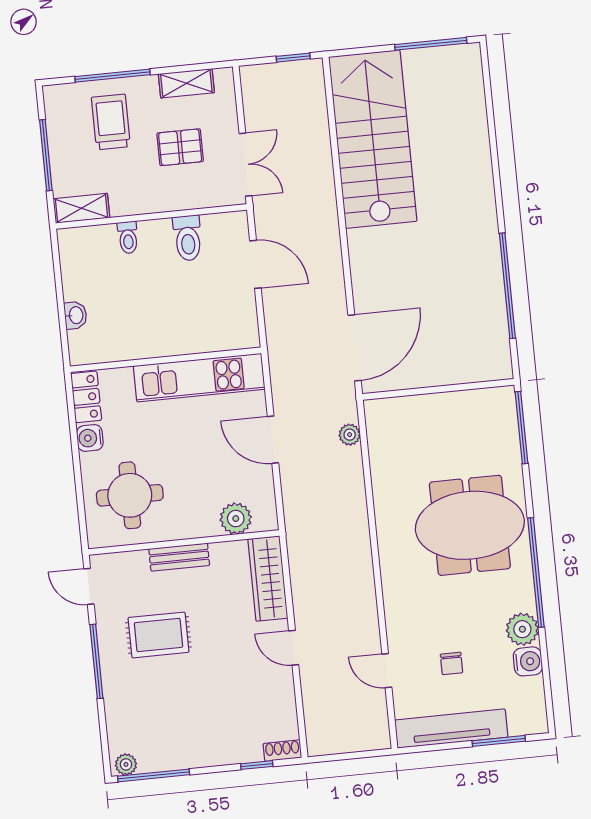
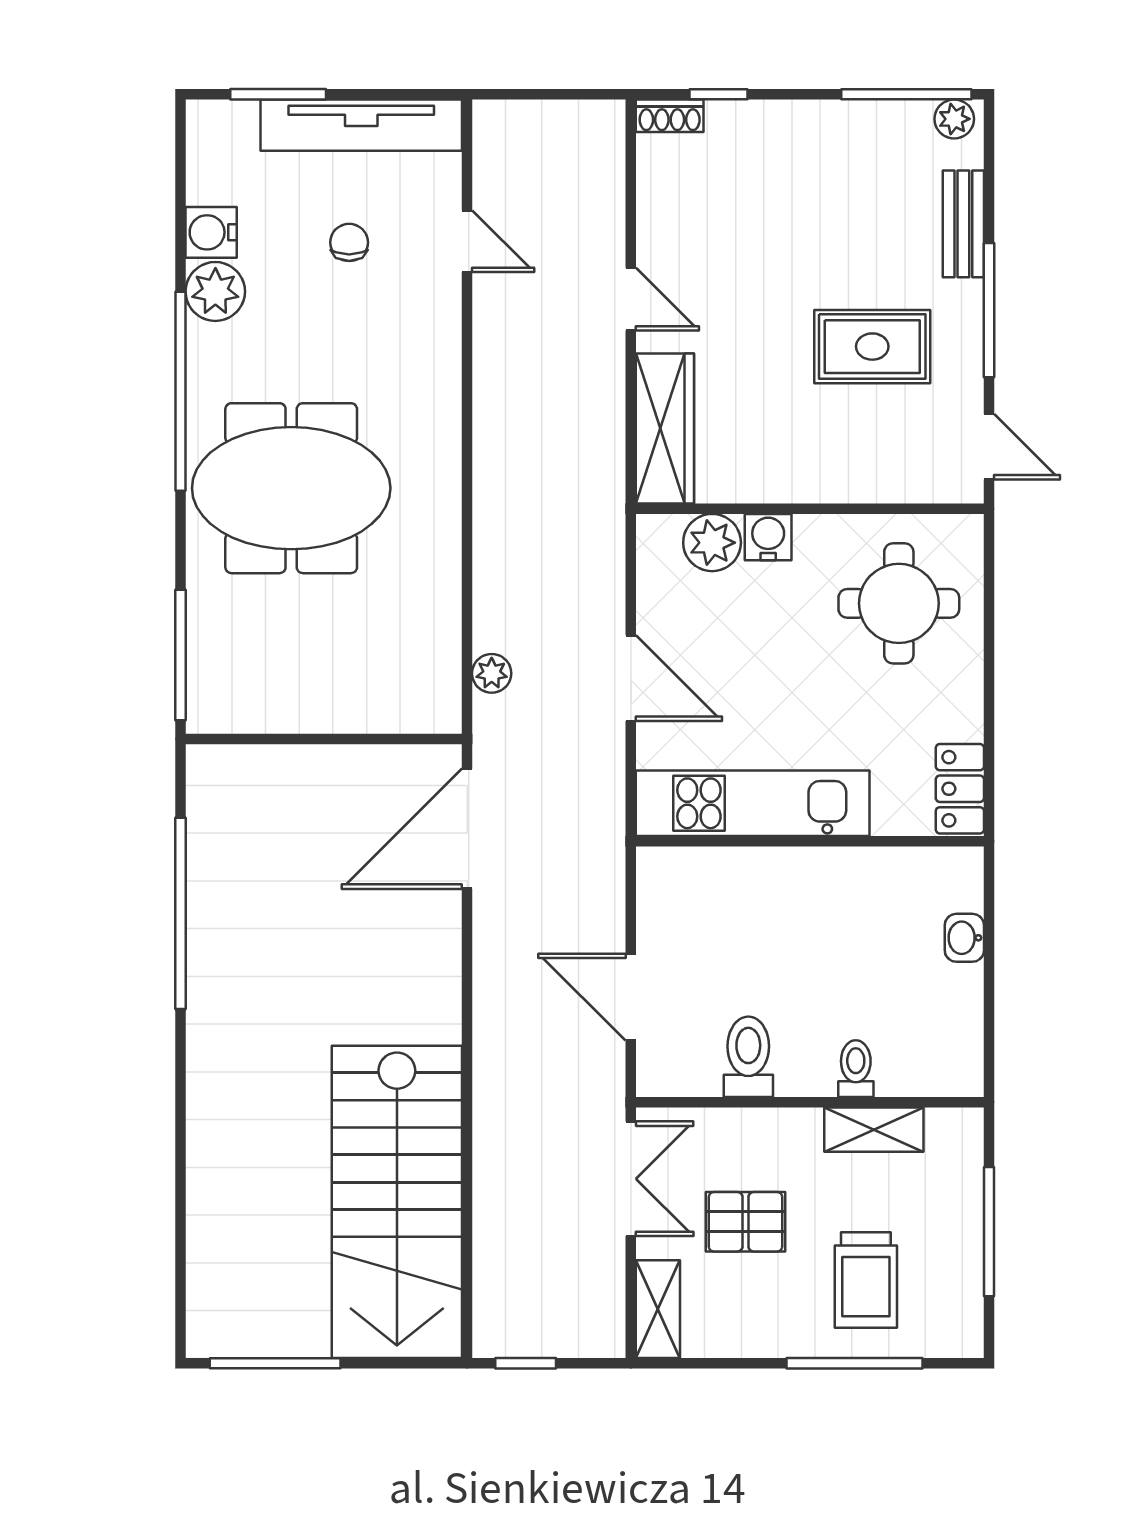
shelving: (186, 83) -> (658, 1309), moved, turned 90
double door: (245, 165) -> (631, 1179), swing flipped
shelving: (81, 208) -> (874, 1130), moved
water cooler: (90, 438) -> (768, 537), moved, turned -90
bench: (179, 557) -> (963, 224), moved, turned 90

